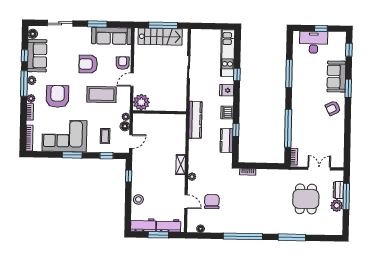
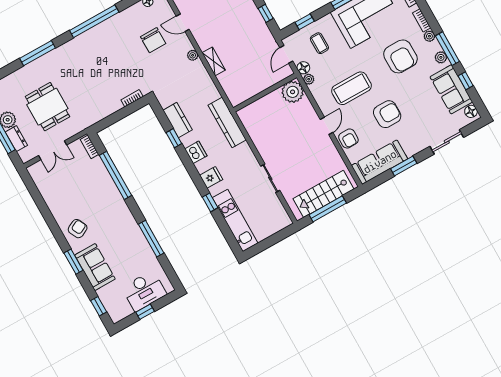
plant: (141, 102) -> (293, 92), moved
wall: (160, 112) -> (265, 93), moved

